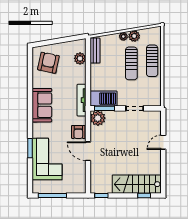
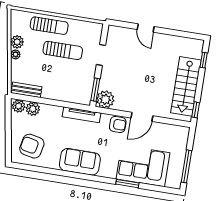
plant: (80, 46) -> (19, 106), added
sun lounger: (131, 63) -> (63, 50), moved
barbecue: (104, 99) -> (84, 89), removed
stairs: (137, 184) -> (186, 86), moved

